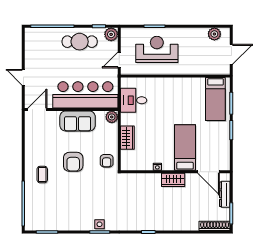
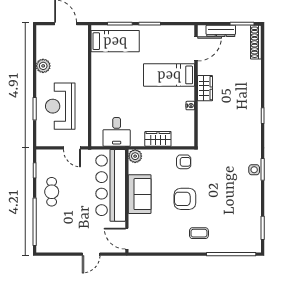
plant: (111, 34) -> (44, 157), removed
plant: (214, 34) -> (43, 66), moved
cafe table: (80, 42) -> (52, 192), width x0.73, depth x0.74
armchair: (73, 162) -> (185, 199), turned 180

